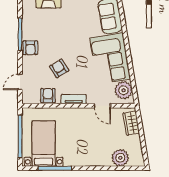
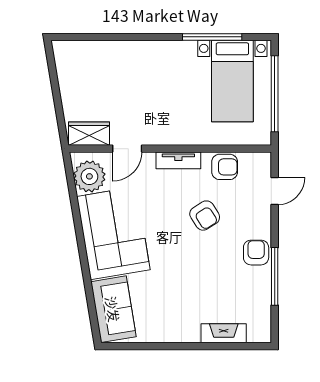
armchair: (48, 96) -> (225, 167), turned -90
door: (102, 106) -> (127, 149), swing flipped
wardrobe: (131, 123) -> (89, 134), moved, turned -81
plant: (120, 158) -> (95, 56), removed

